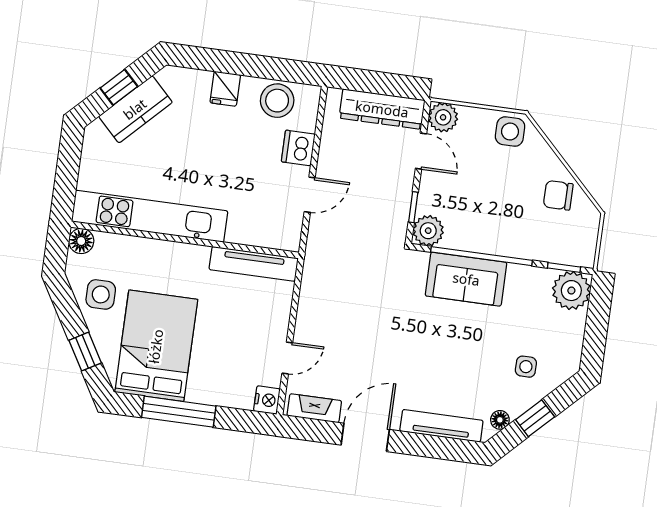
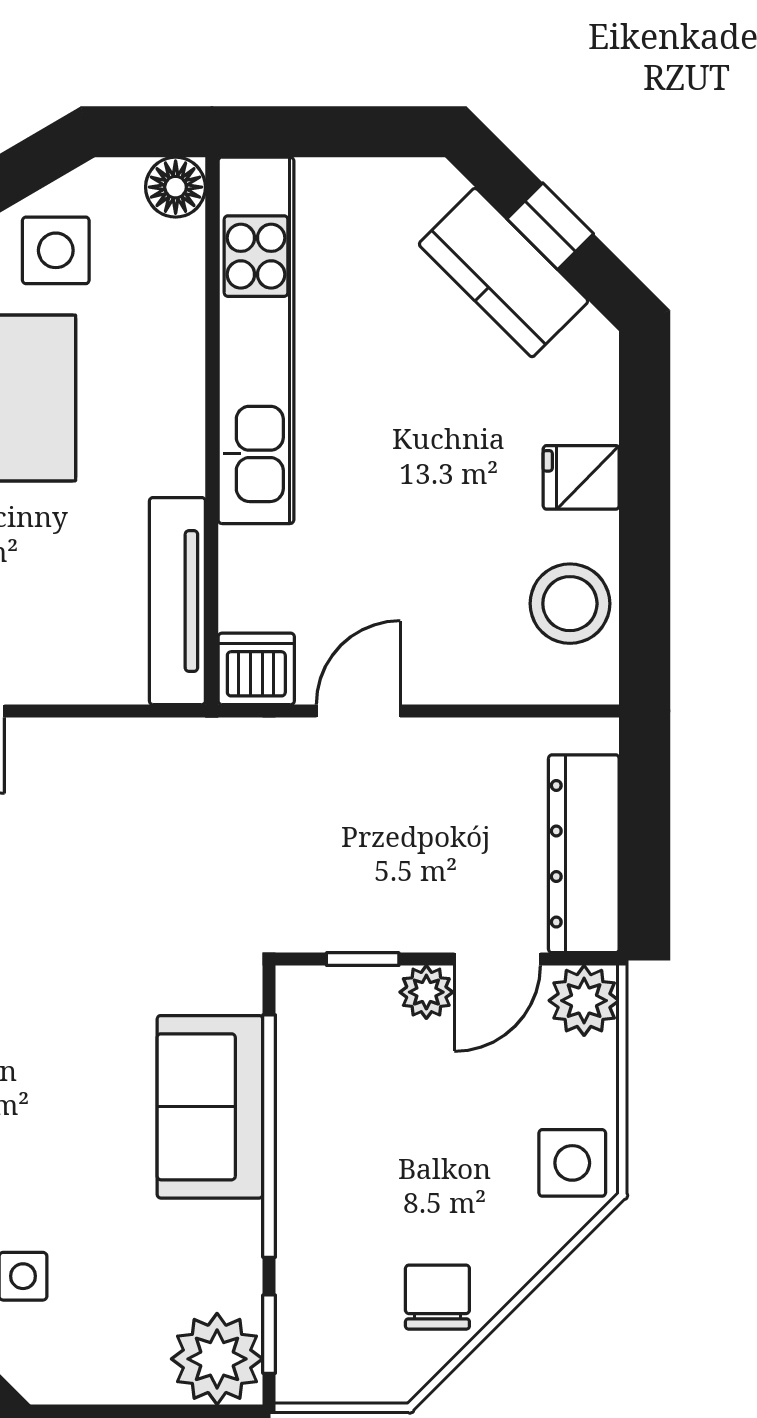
dishwasher: (298, 148) -> (256, 669), moved
door: (310, 195) -> (358, 711), swing flipped
plant: (428, 231) -> (426, 992), moved, width x0.73, depth x0.73

